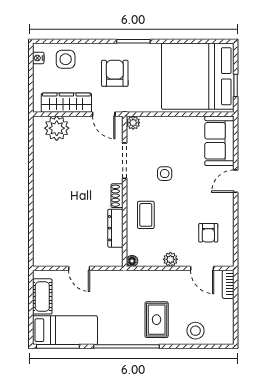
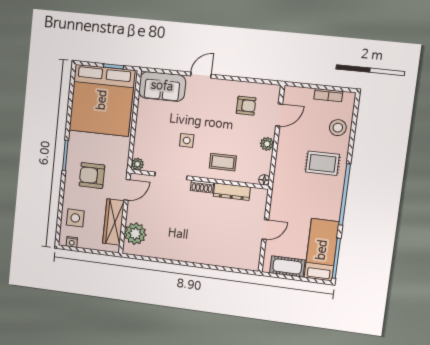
door: (236, 181) -> (201, 75), swing flipped
bookcase: (228, 284) -> (328, 95), moved

